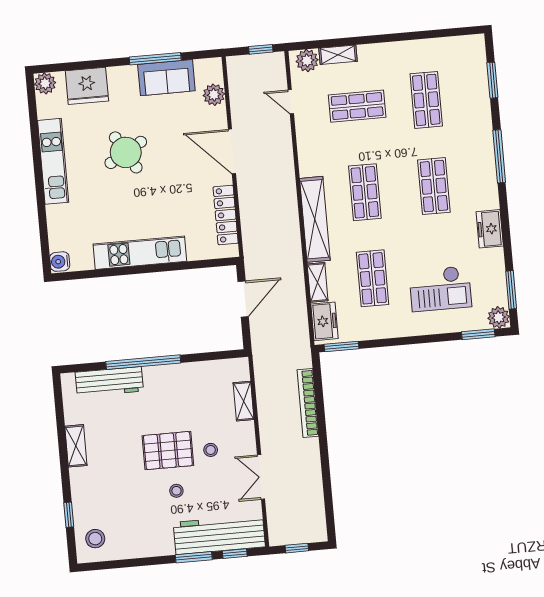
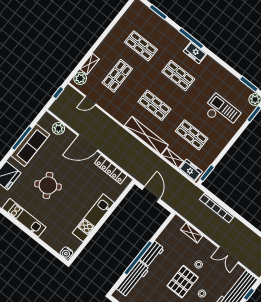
sofa: (166, 78) -> (30, 145), width x1.36
freezer: (490, 229) -> (195, 53), moved
checkout: (440, 289) -> (221, 112), turned -90
workbench: (166, 376) -> (152, 254), added

